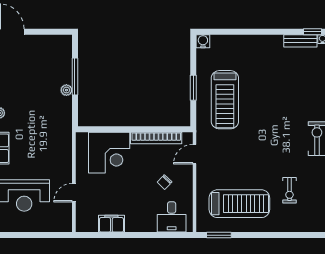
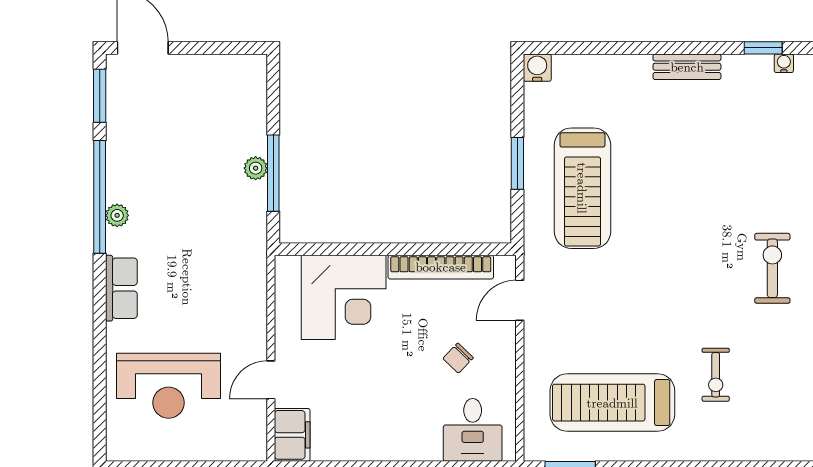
bench: (300, 41) -> (687, 67), moved
window: (75, 76) -> (273, 173), moved
treadmill: (239, 204) -> (612, 403), turned 180
filing cabinet: (111, 224) -> (292, 435), moved, turned 90

